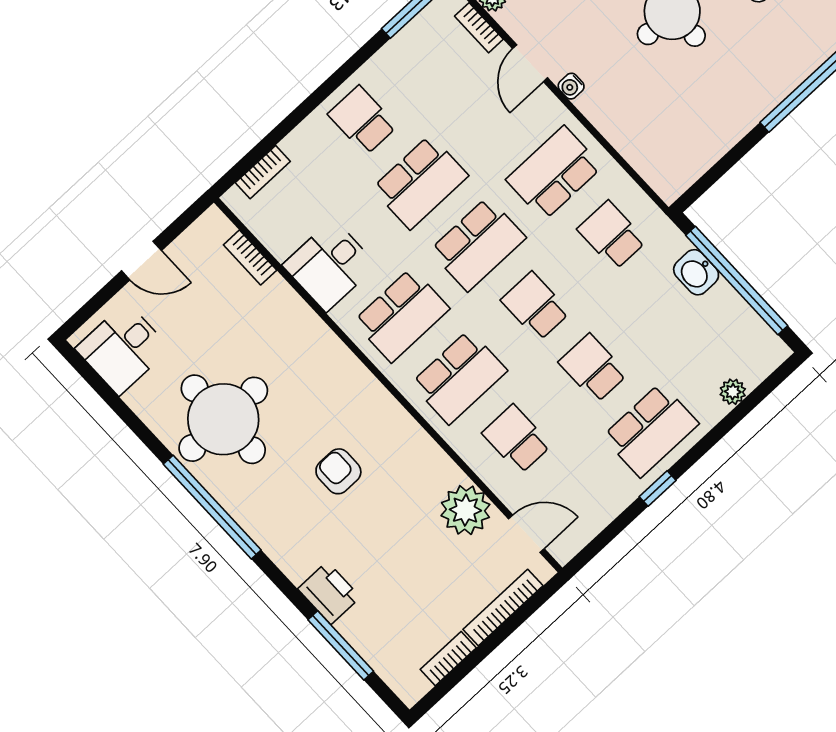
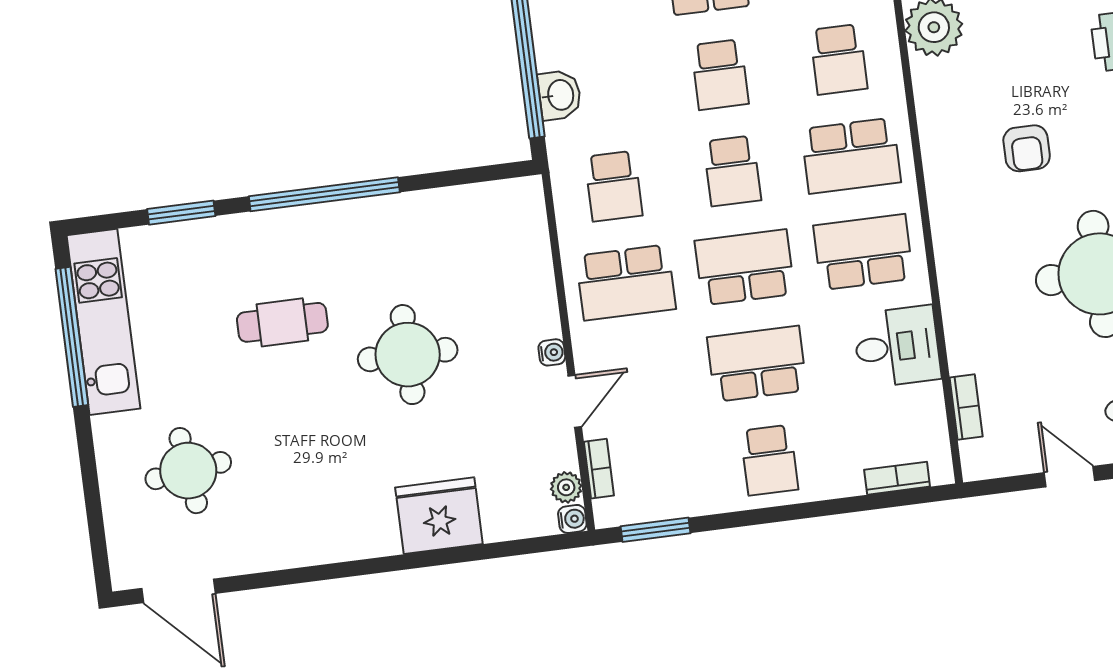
school desk: (459, 377) -> (851, 156), turned 180

